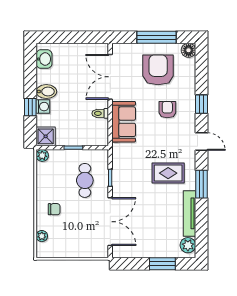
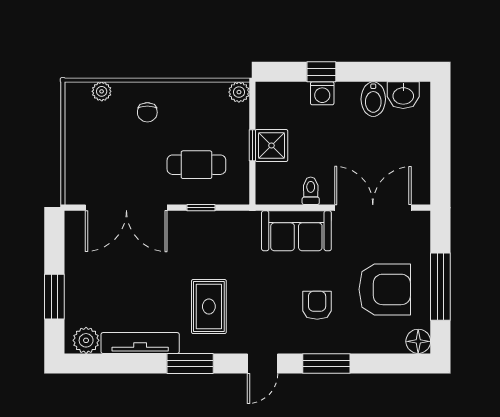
bidet: (46, 92) -> (373, 99), moved
window: (202, 104) -> (326, 363), width x1.50
armchair: (167, 110) -> (317, 305), turned -90
shower: (46, 136) -> (271, 145), moved

